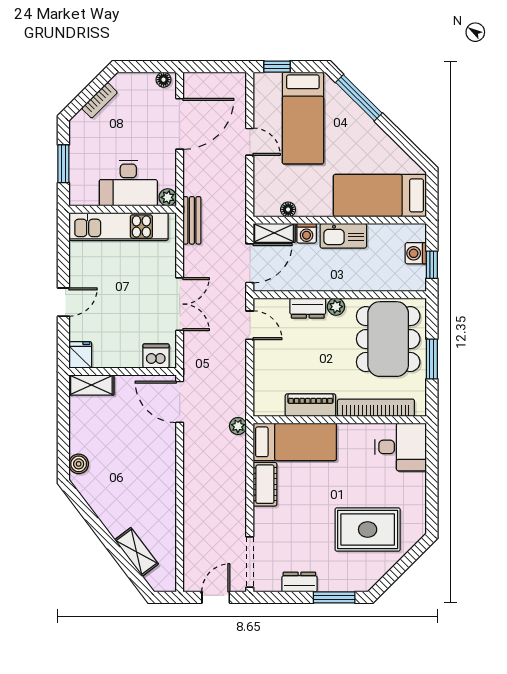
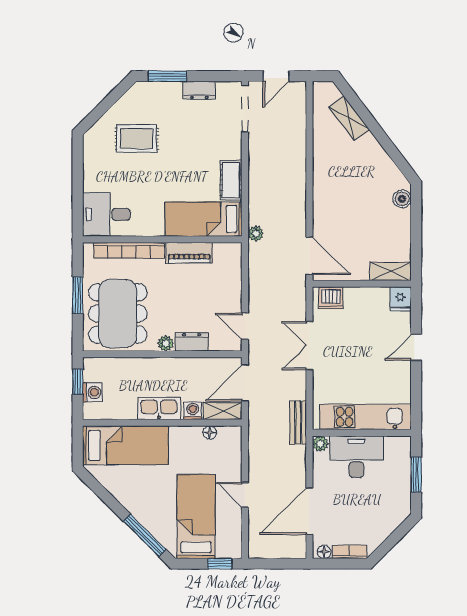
bookcase: (100, 100) -> (350, 552), moved, turned 45
rug: (368, 529) -> (137, 139), width x0.73, depth x0.70

